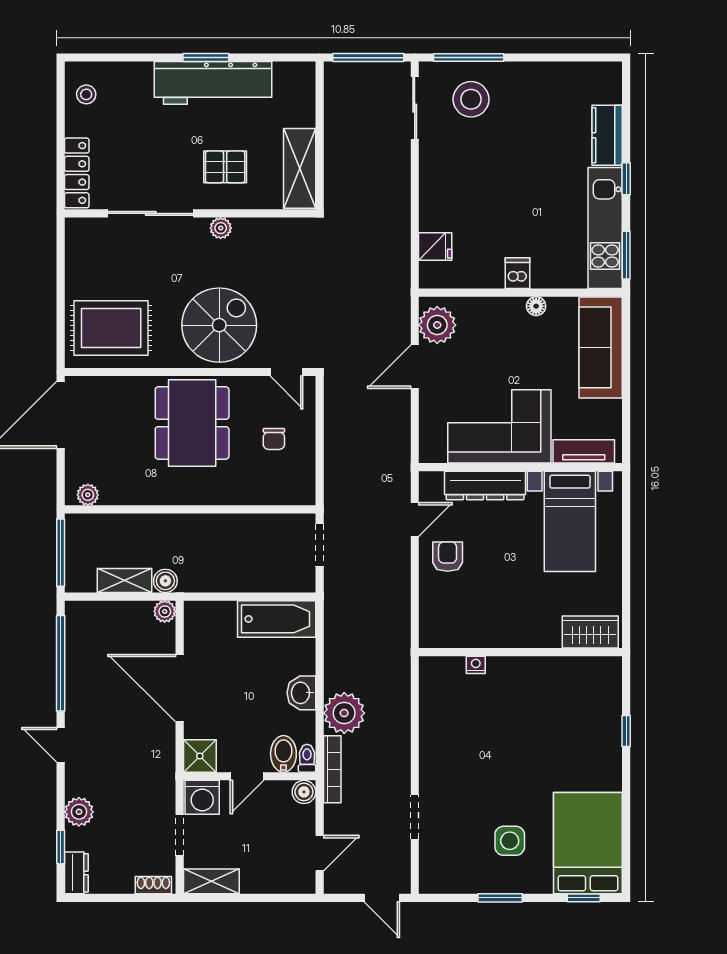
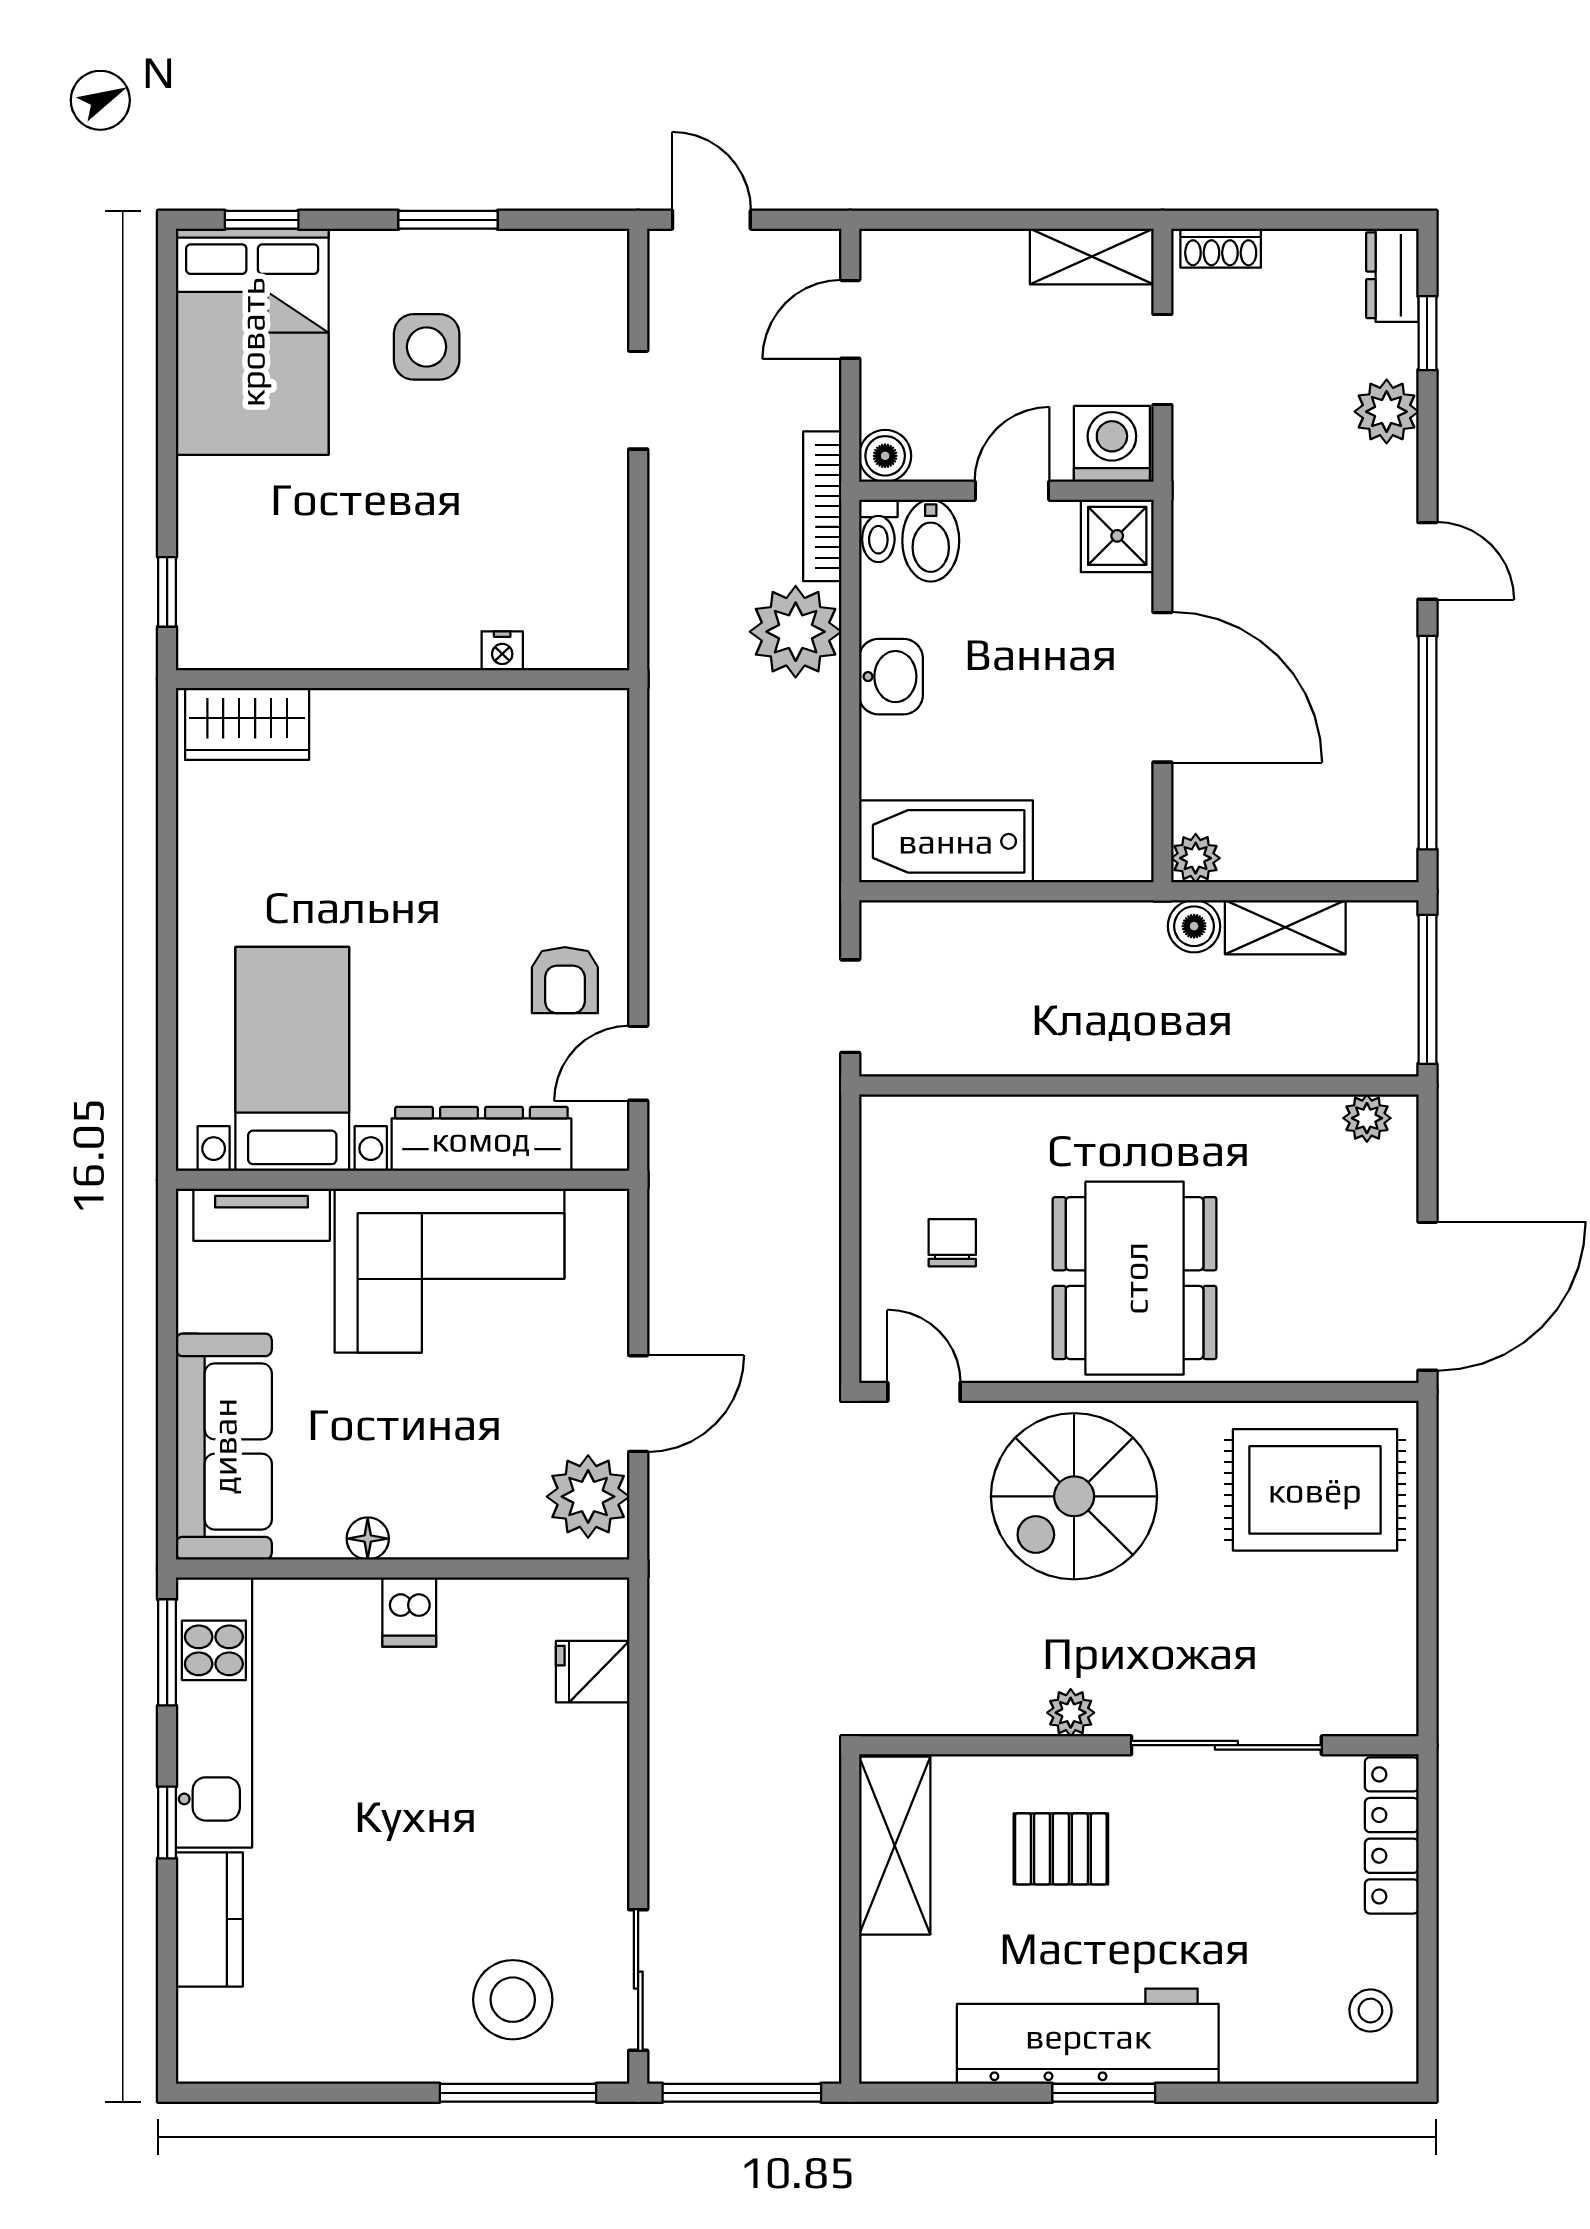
wardrobe: (590, 632) -> (247, 724), moved
wall: (520, 652) -> (403, 679), moved
nightstand: (476, 665) -> (502, 651), moved

